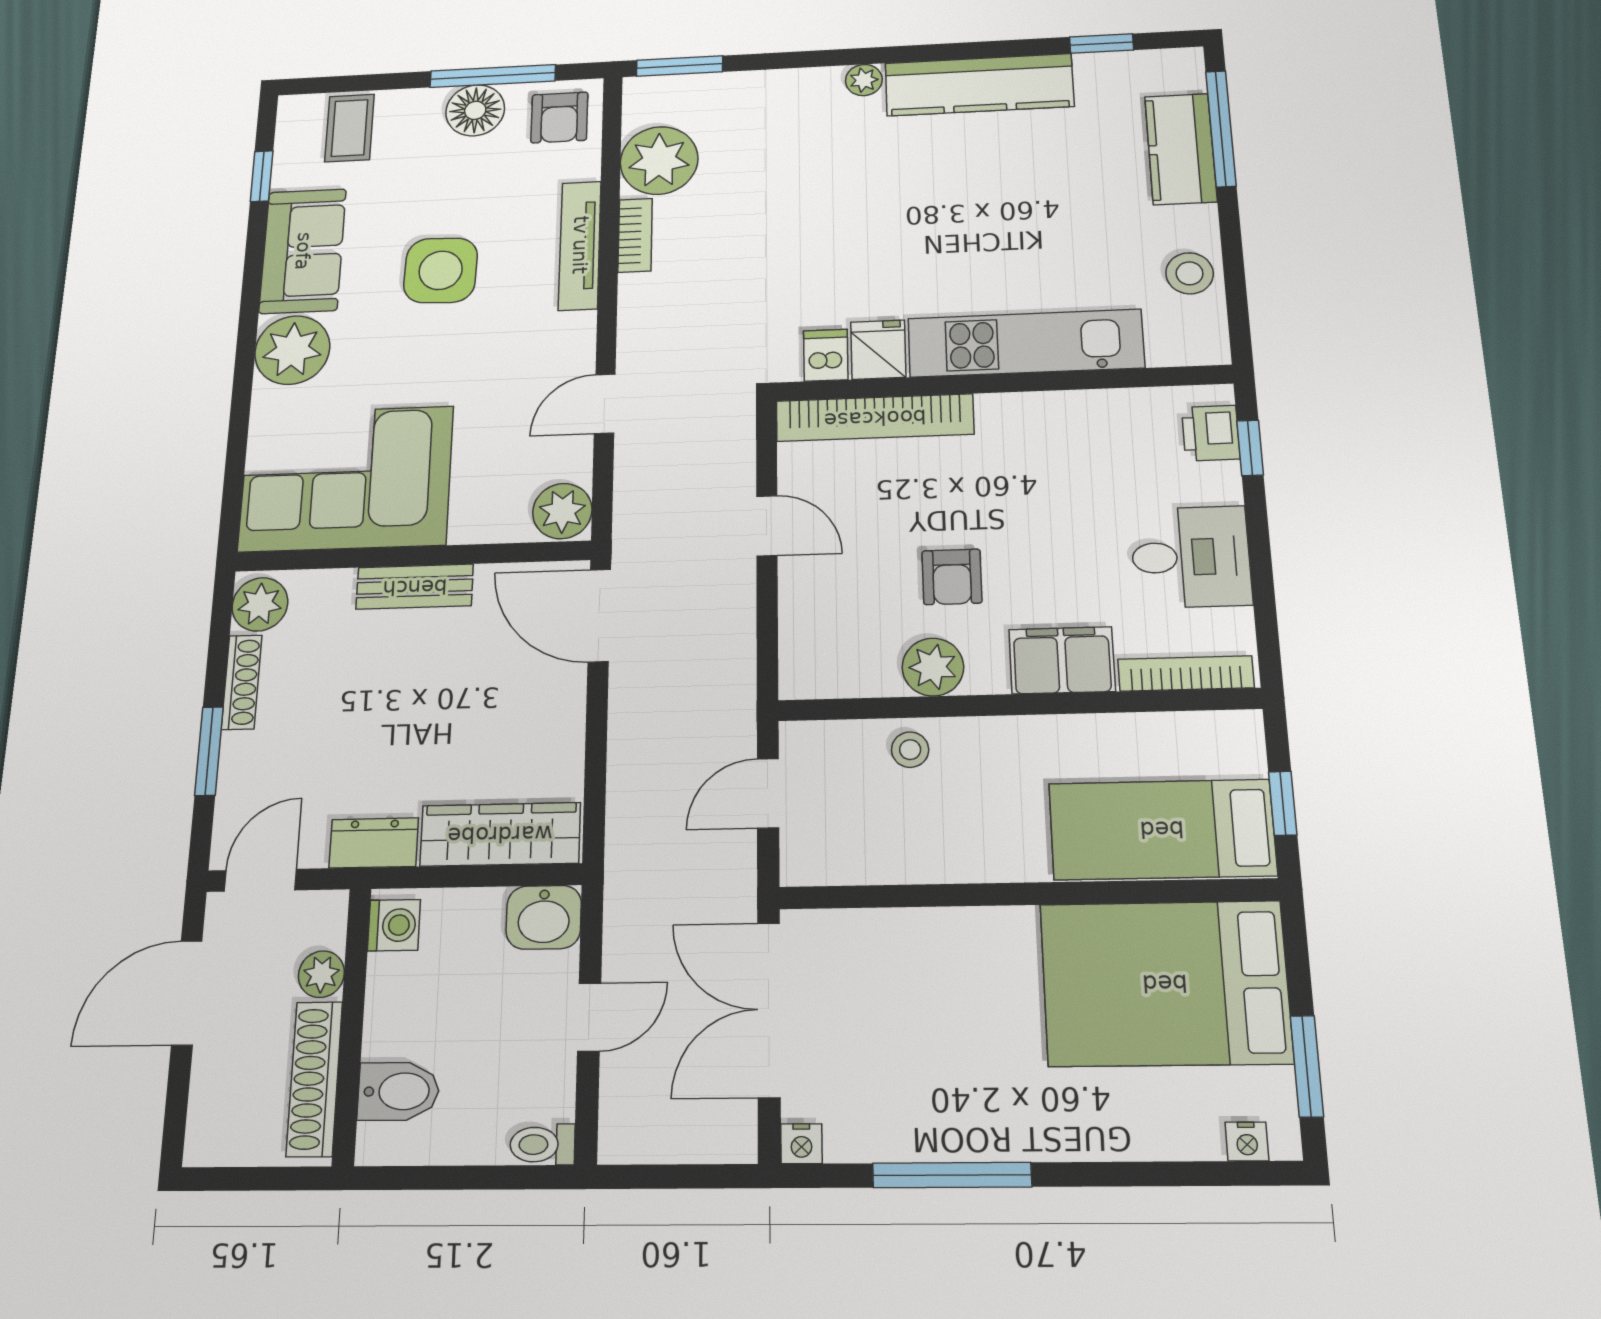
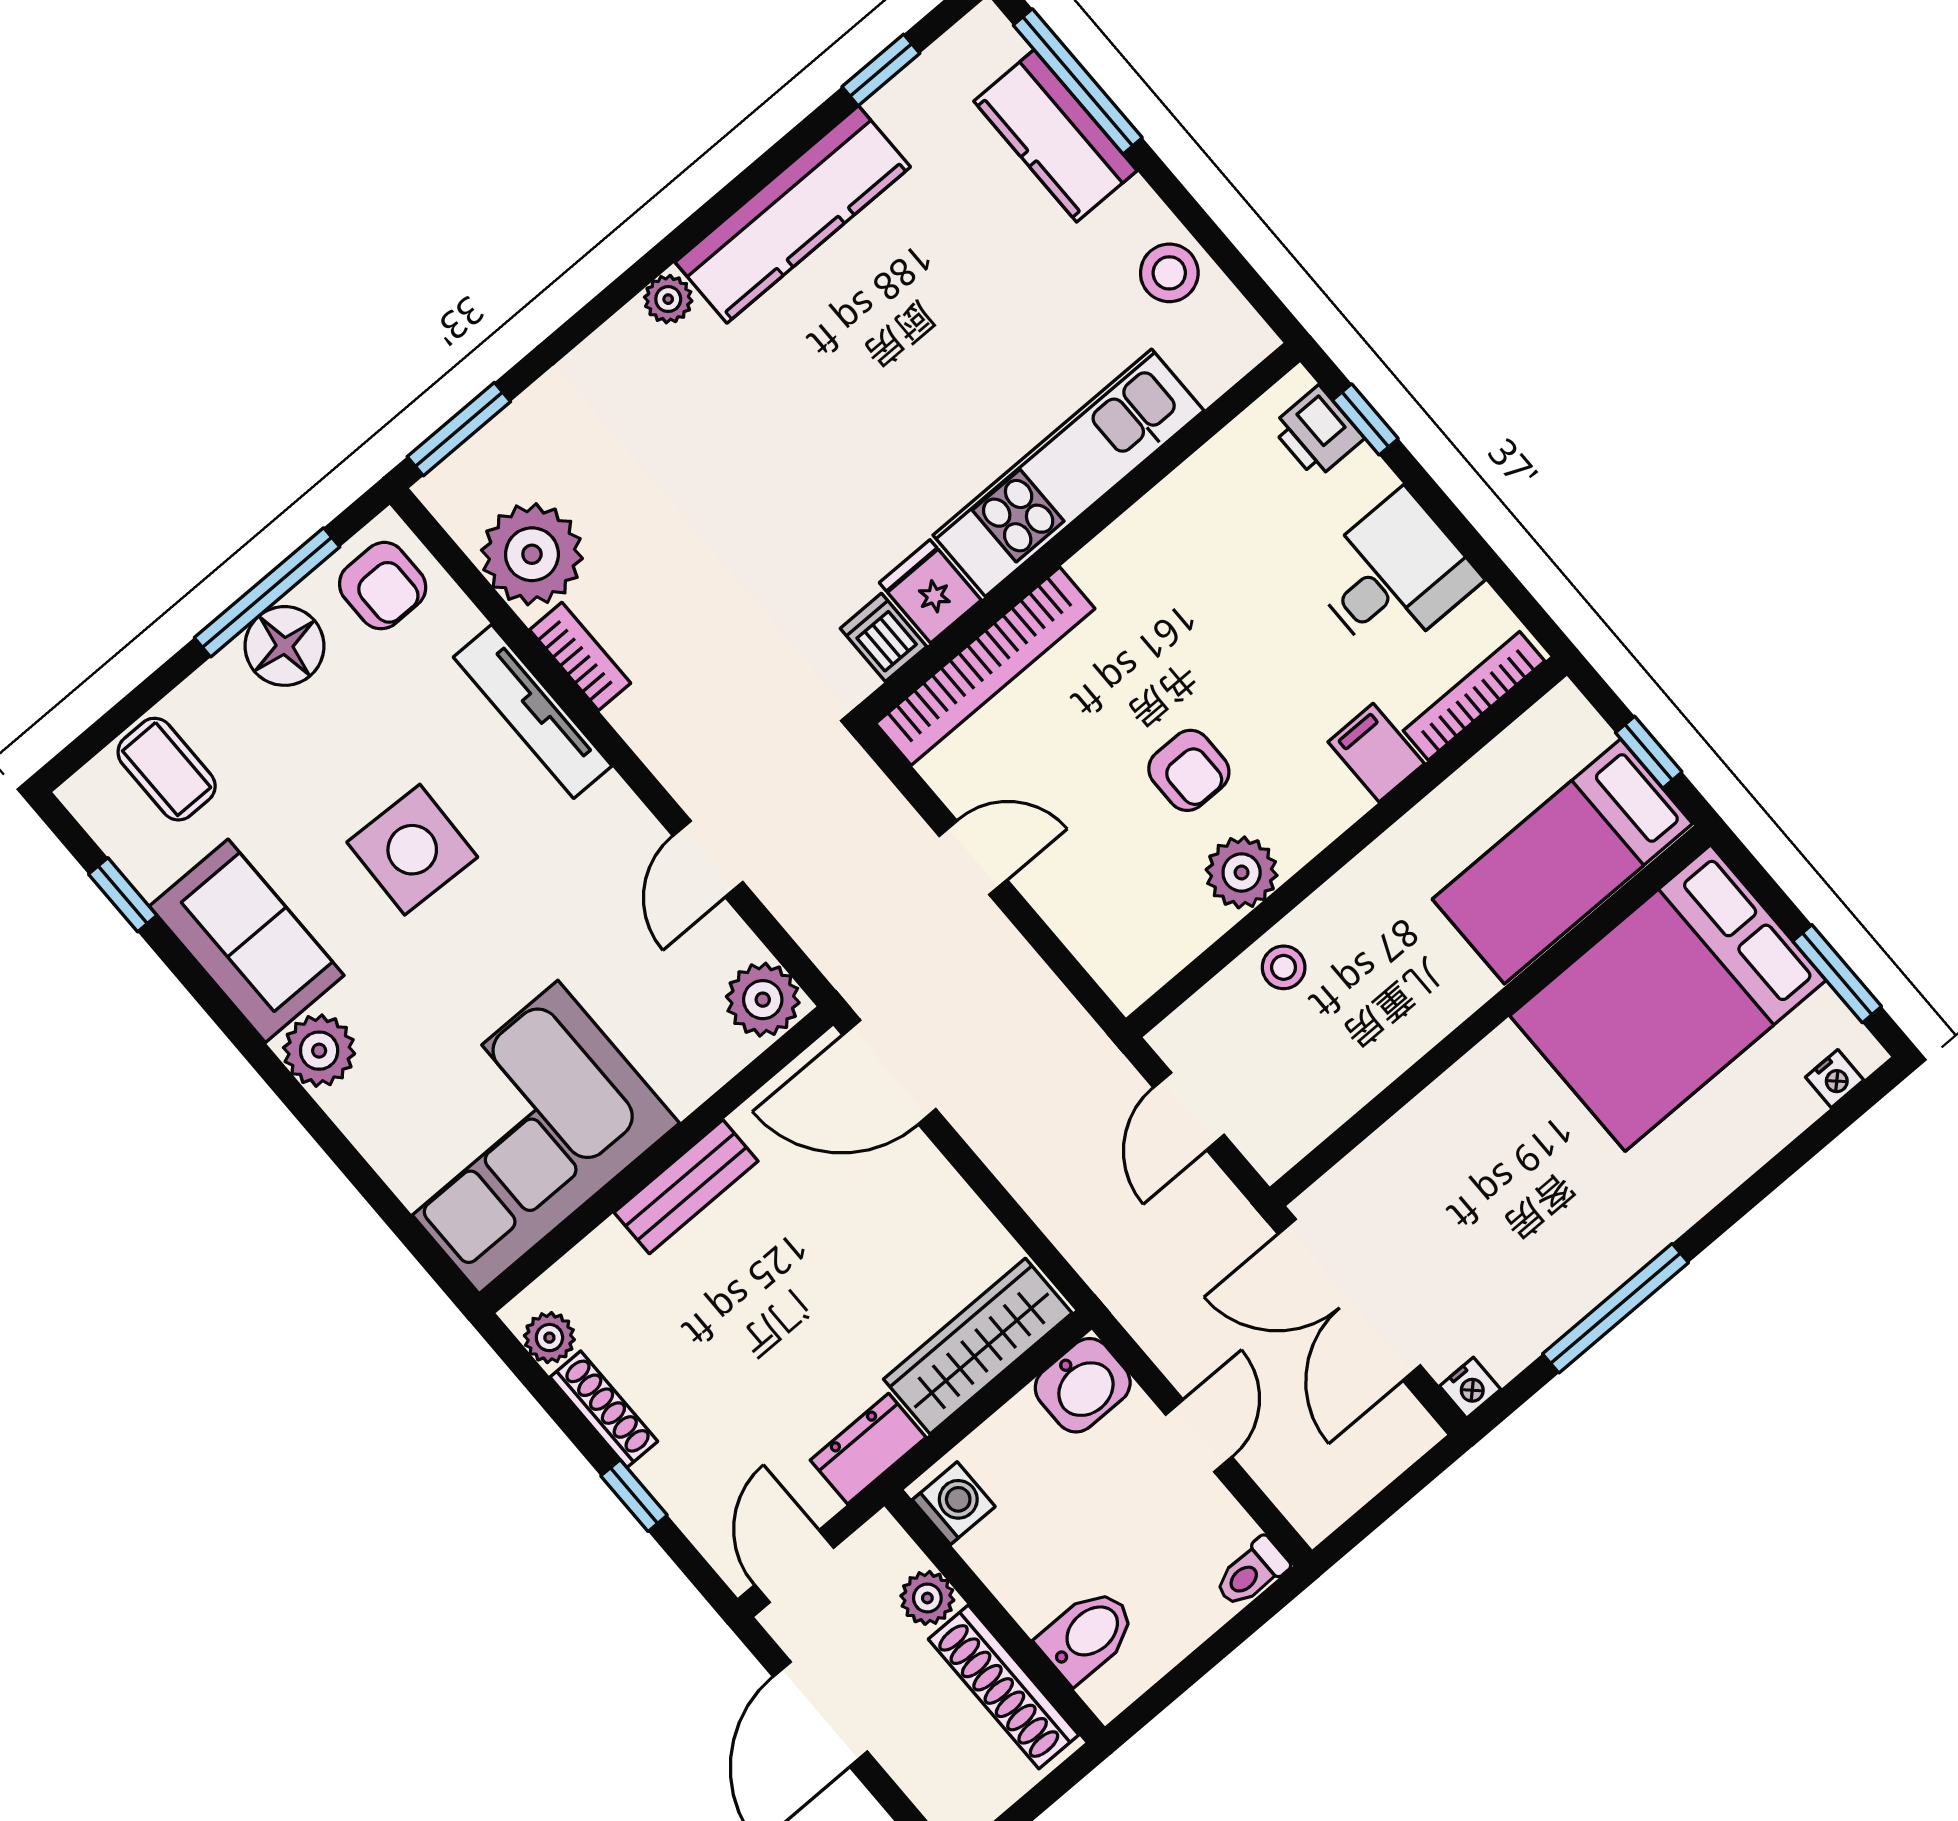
plant: (292, 350) -> (319, 1051), width x0.73, depth x0.73
plant: (260, 604) -> (549, 1338), width x0.73, depth x0.73
filing cabinet: (1062, 660) -> (1376, 753), width x0.50
window: (209, 751) -> (634, 1496), width x0.67

